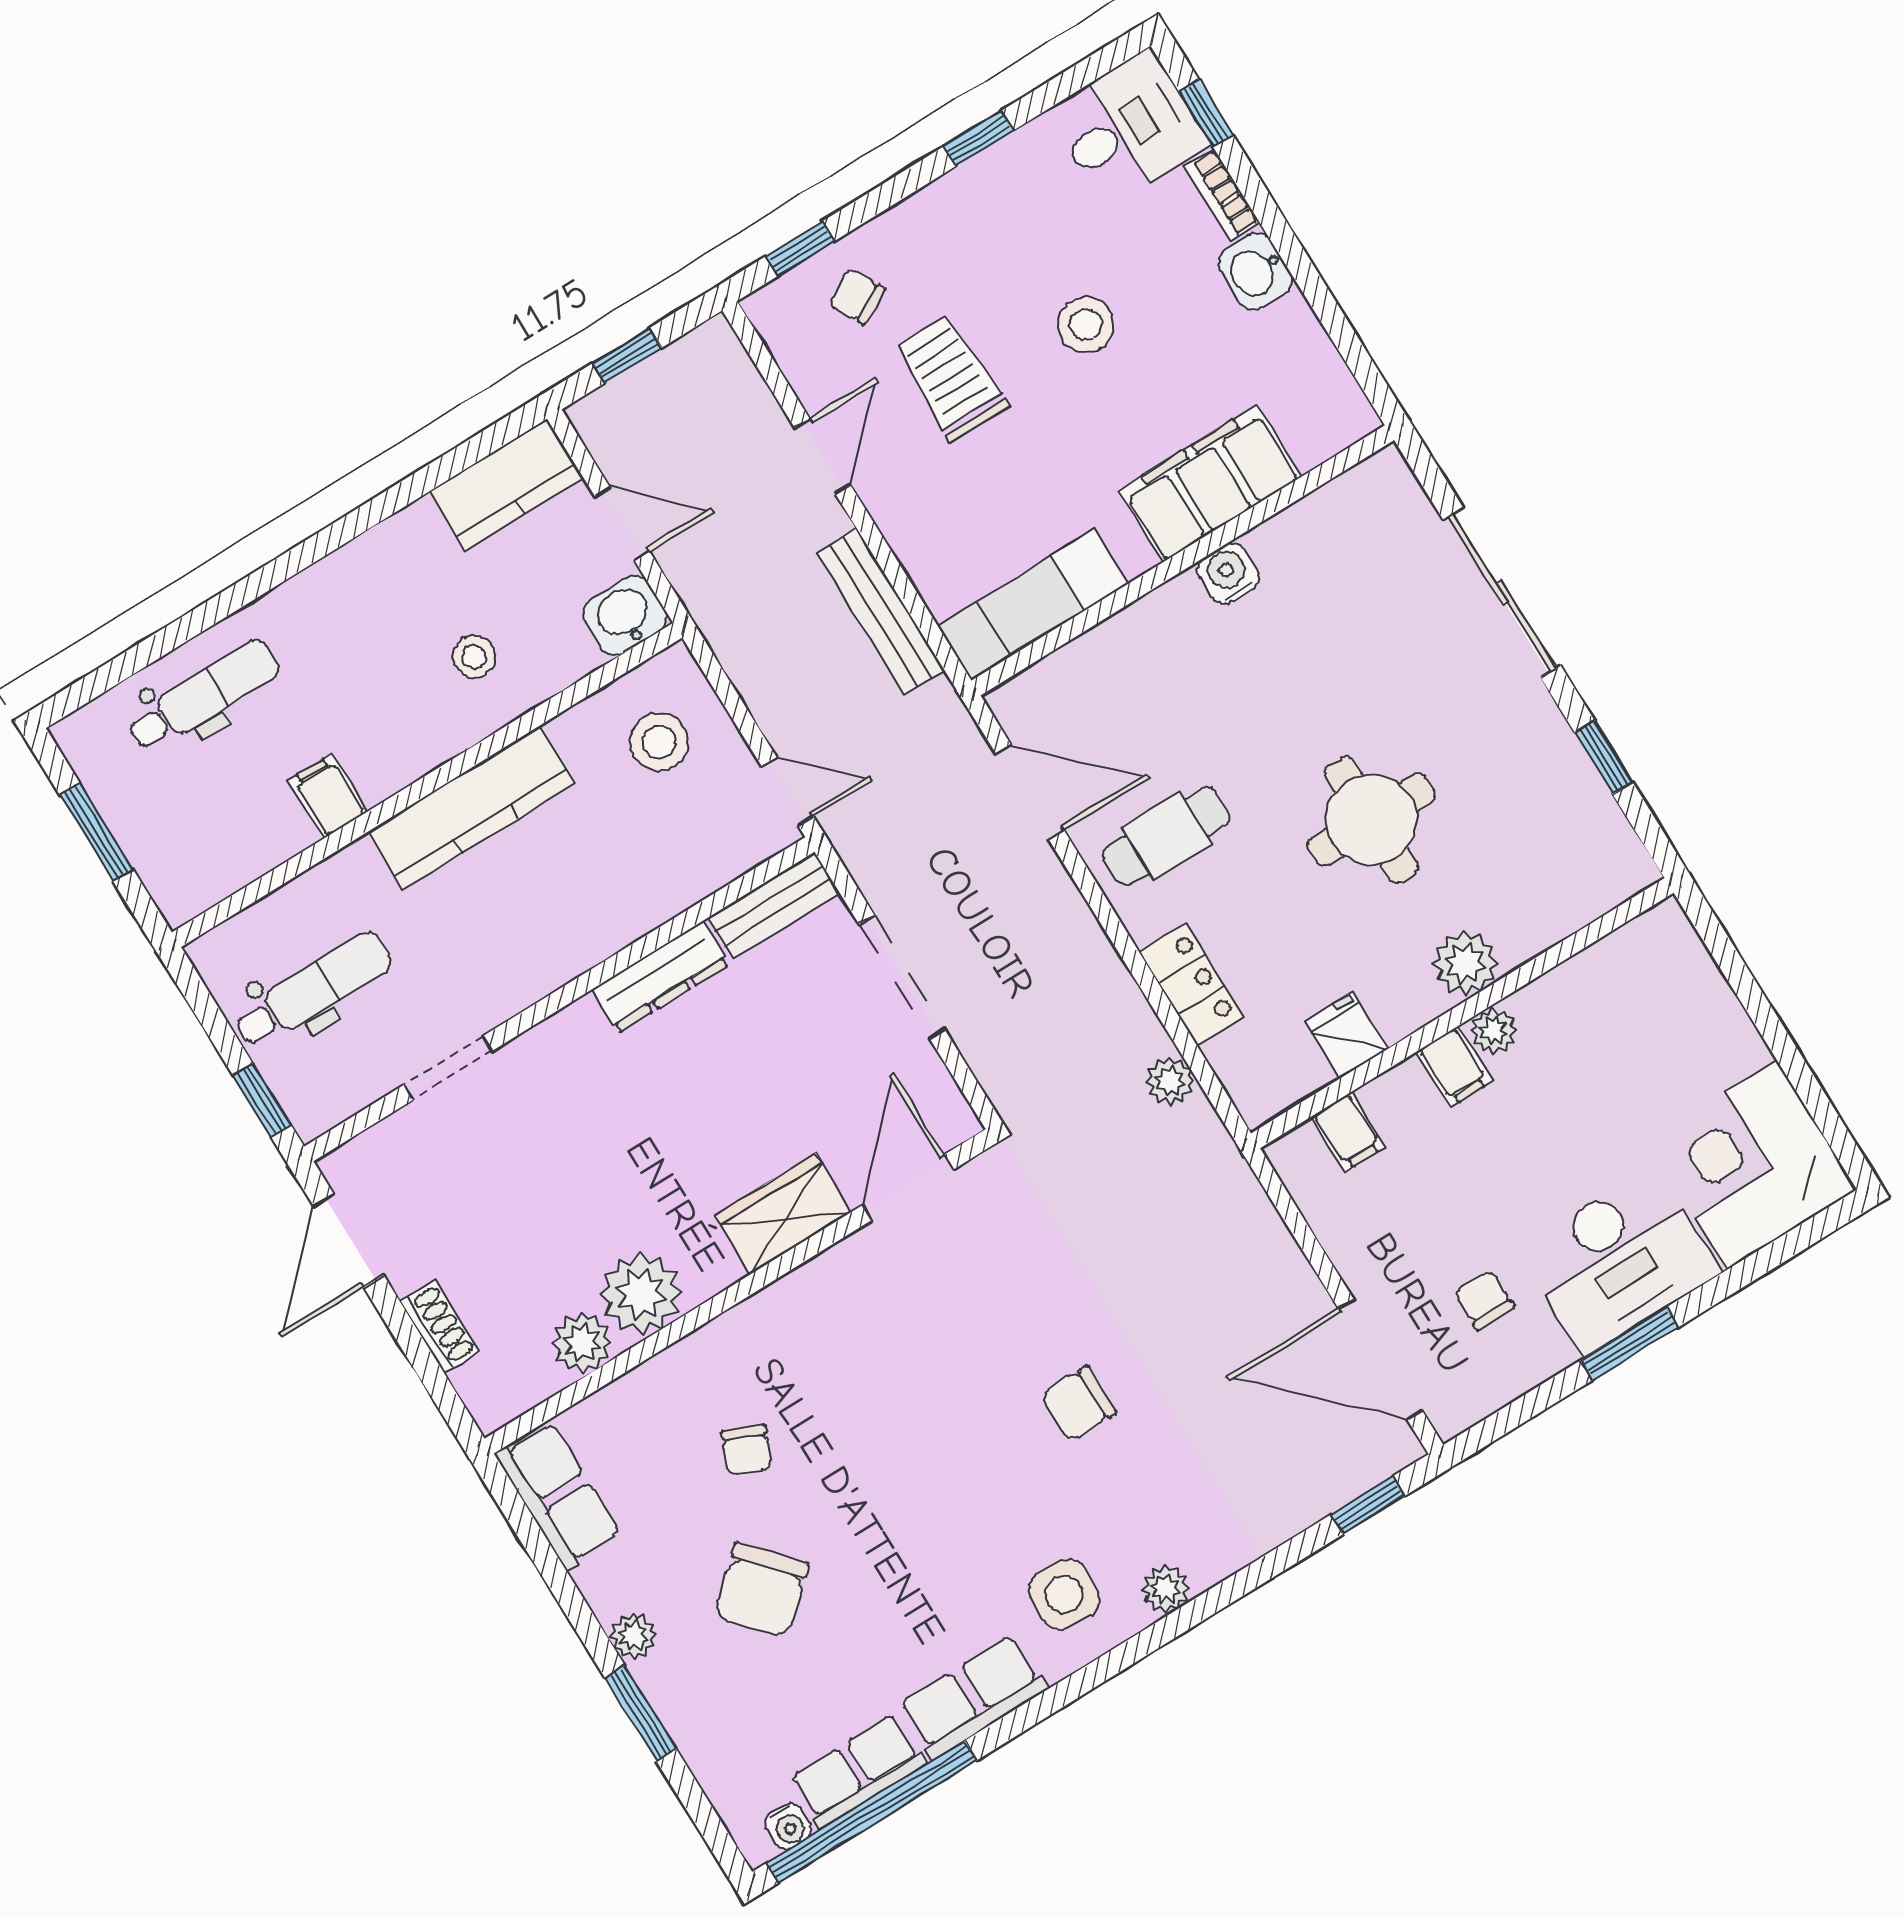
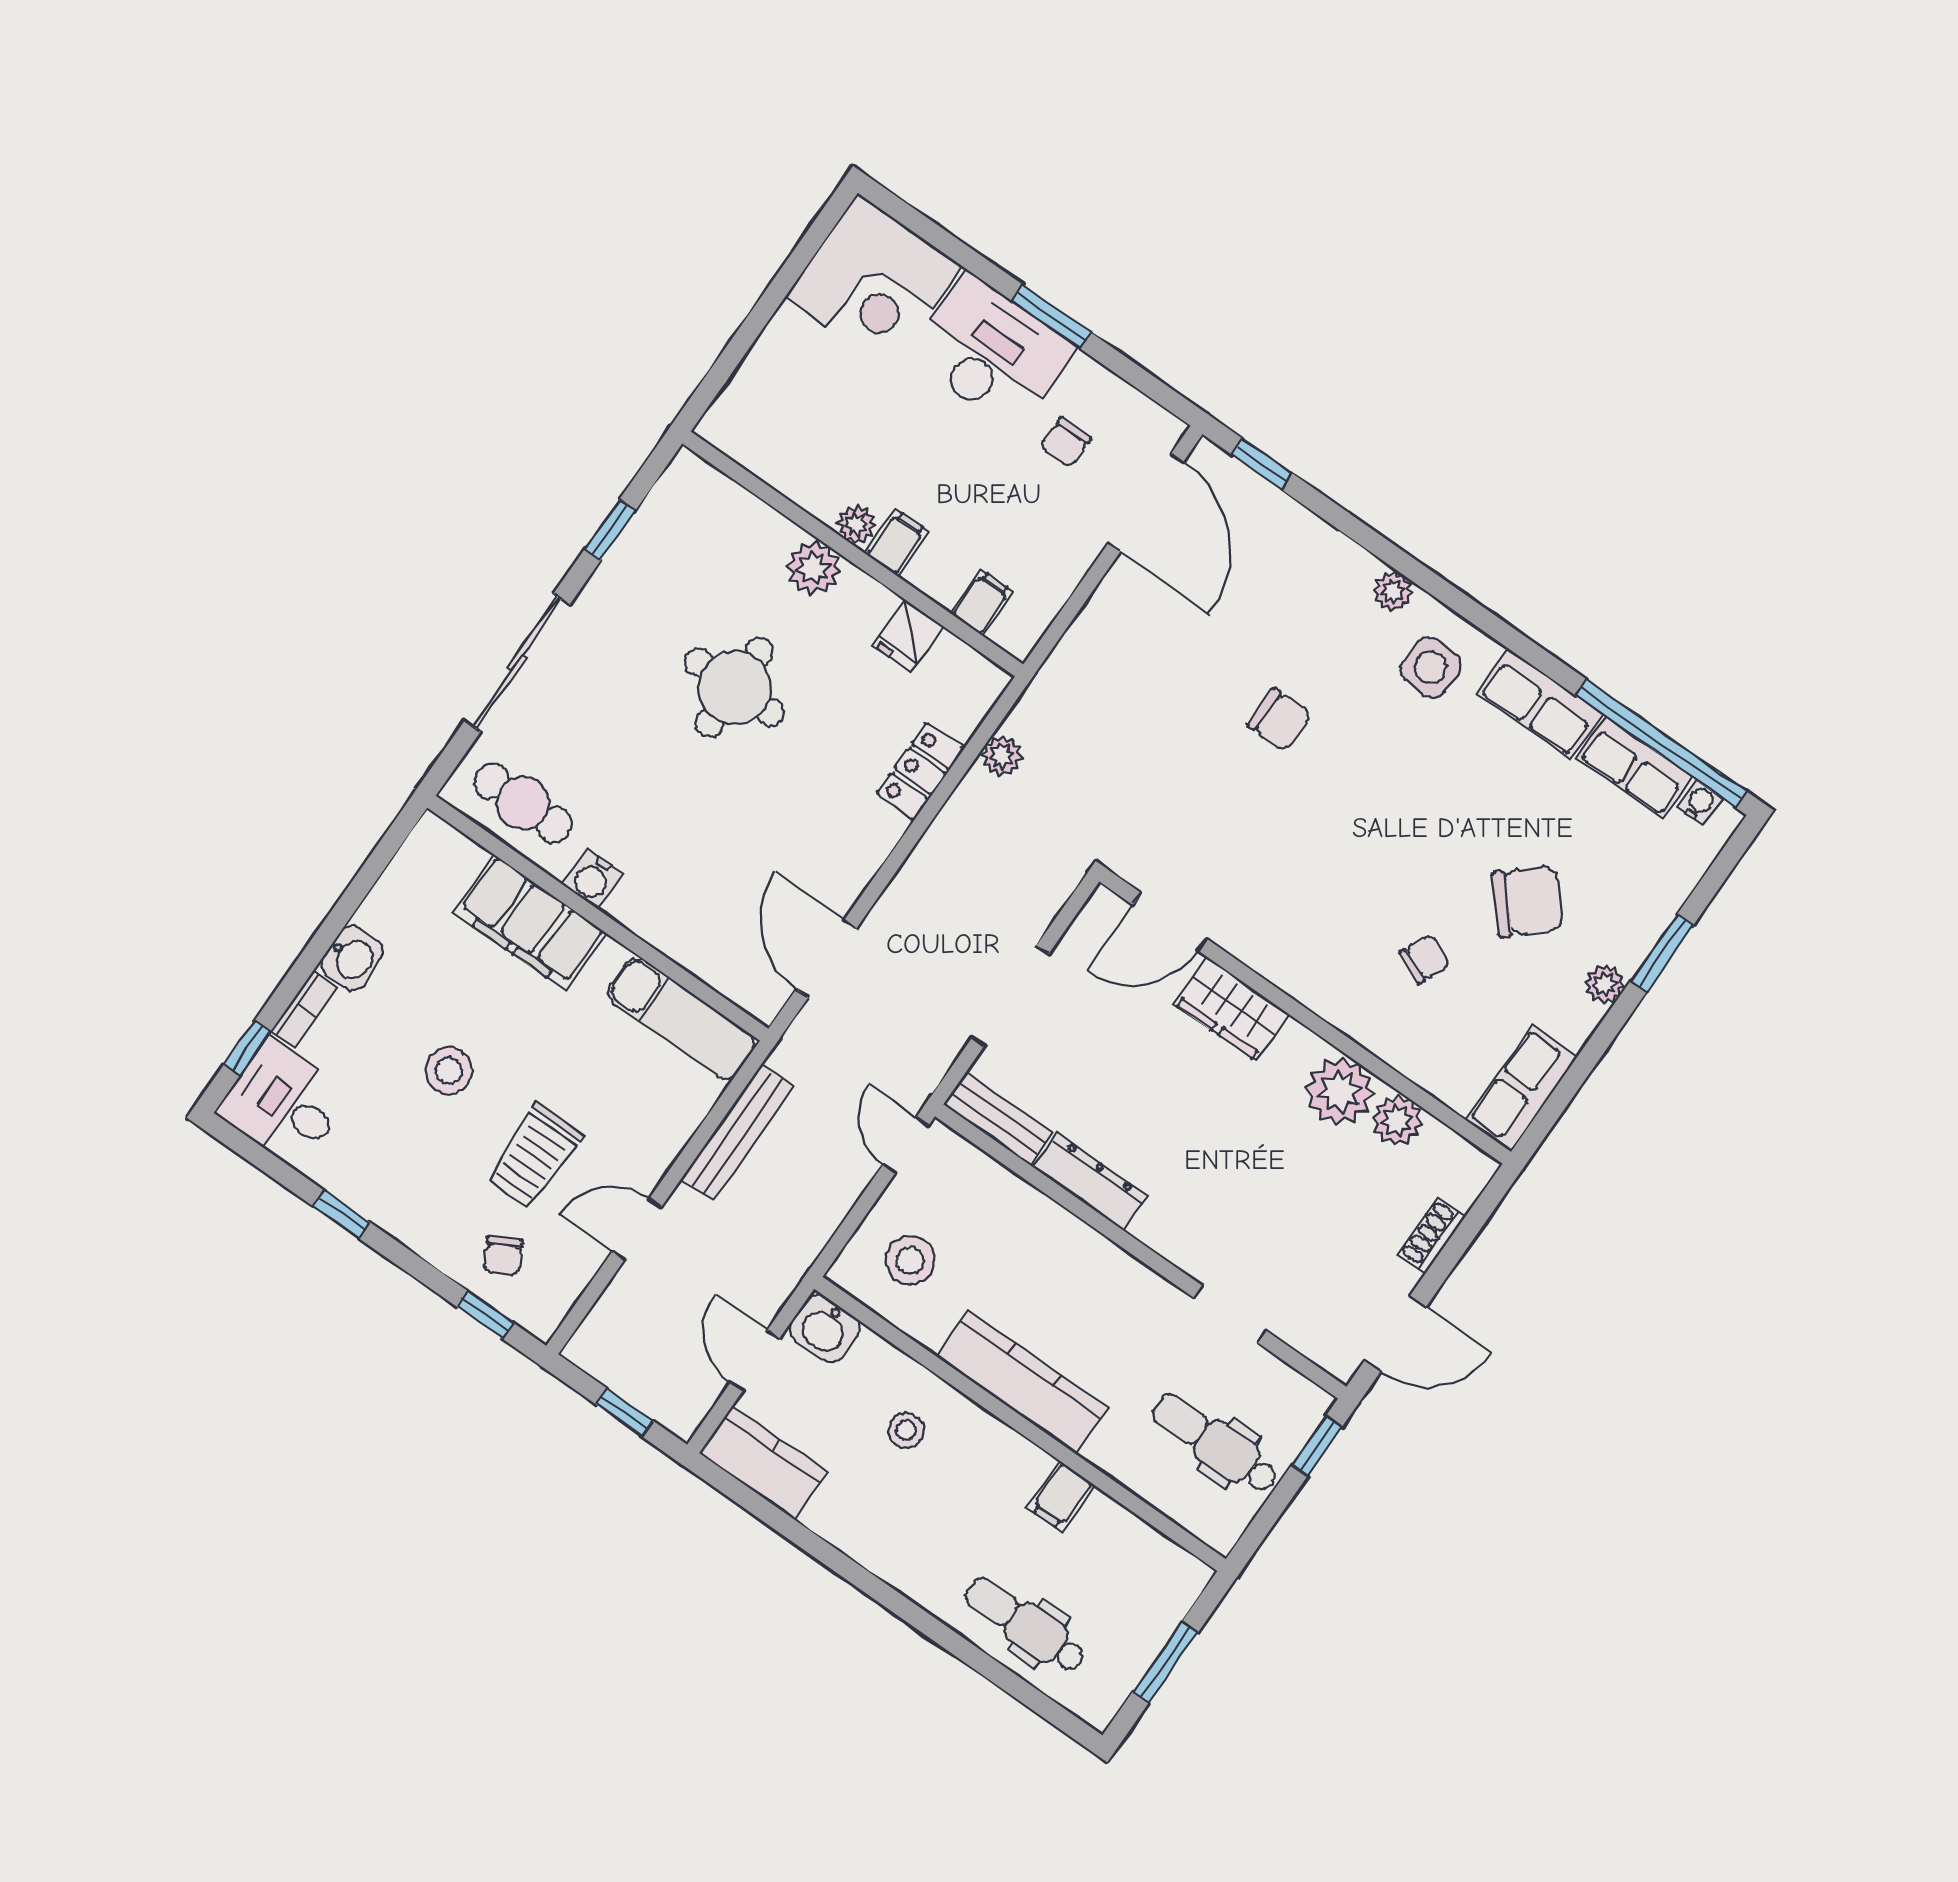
cafe table: (1166, 836) -> (523, 803), moved

